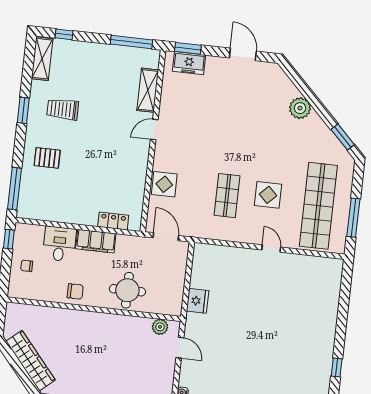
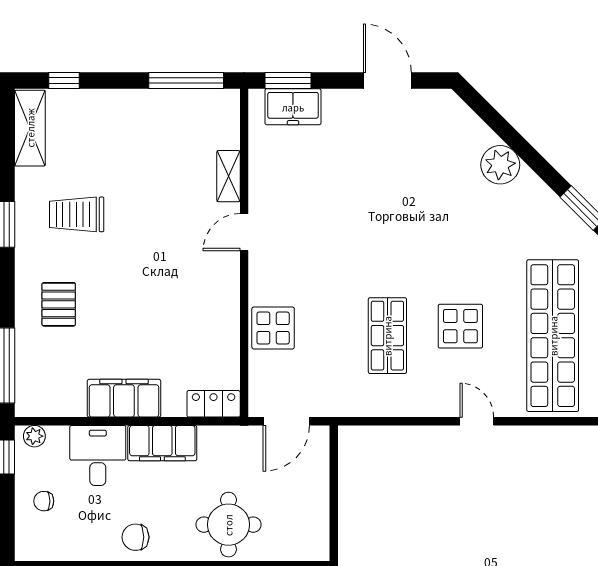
shelving: (148, 90) -> (228, 176), width x0.67, depth x0.75
pallet: (47, 158) -> (59, 304), turned 90
filing cabinet: (77, 214) -> (124, 398), added
locker: (113, 221) -> (214, 404), moved
plant: (26, 229) -> (34, 436), added
door: (166, 237) -> (286, 421), swing flipped
chair: (75, 291) -> (135, 537), turned 180
fridge: (198, 301) -> (356, 529), removed

